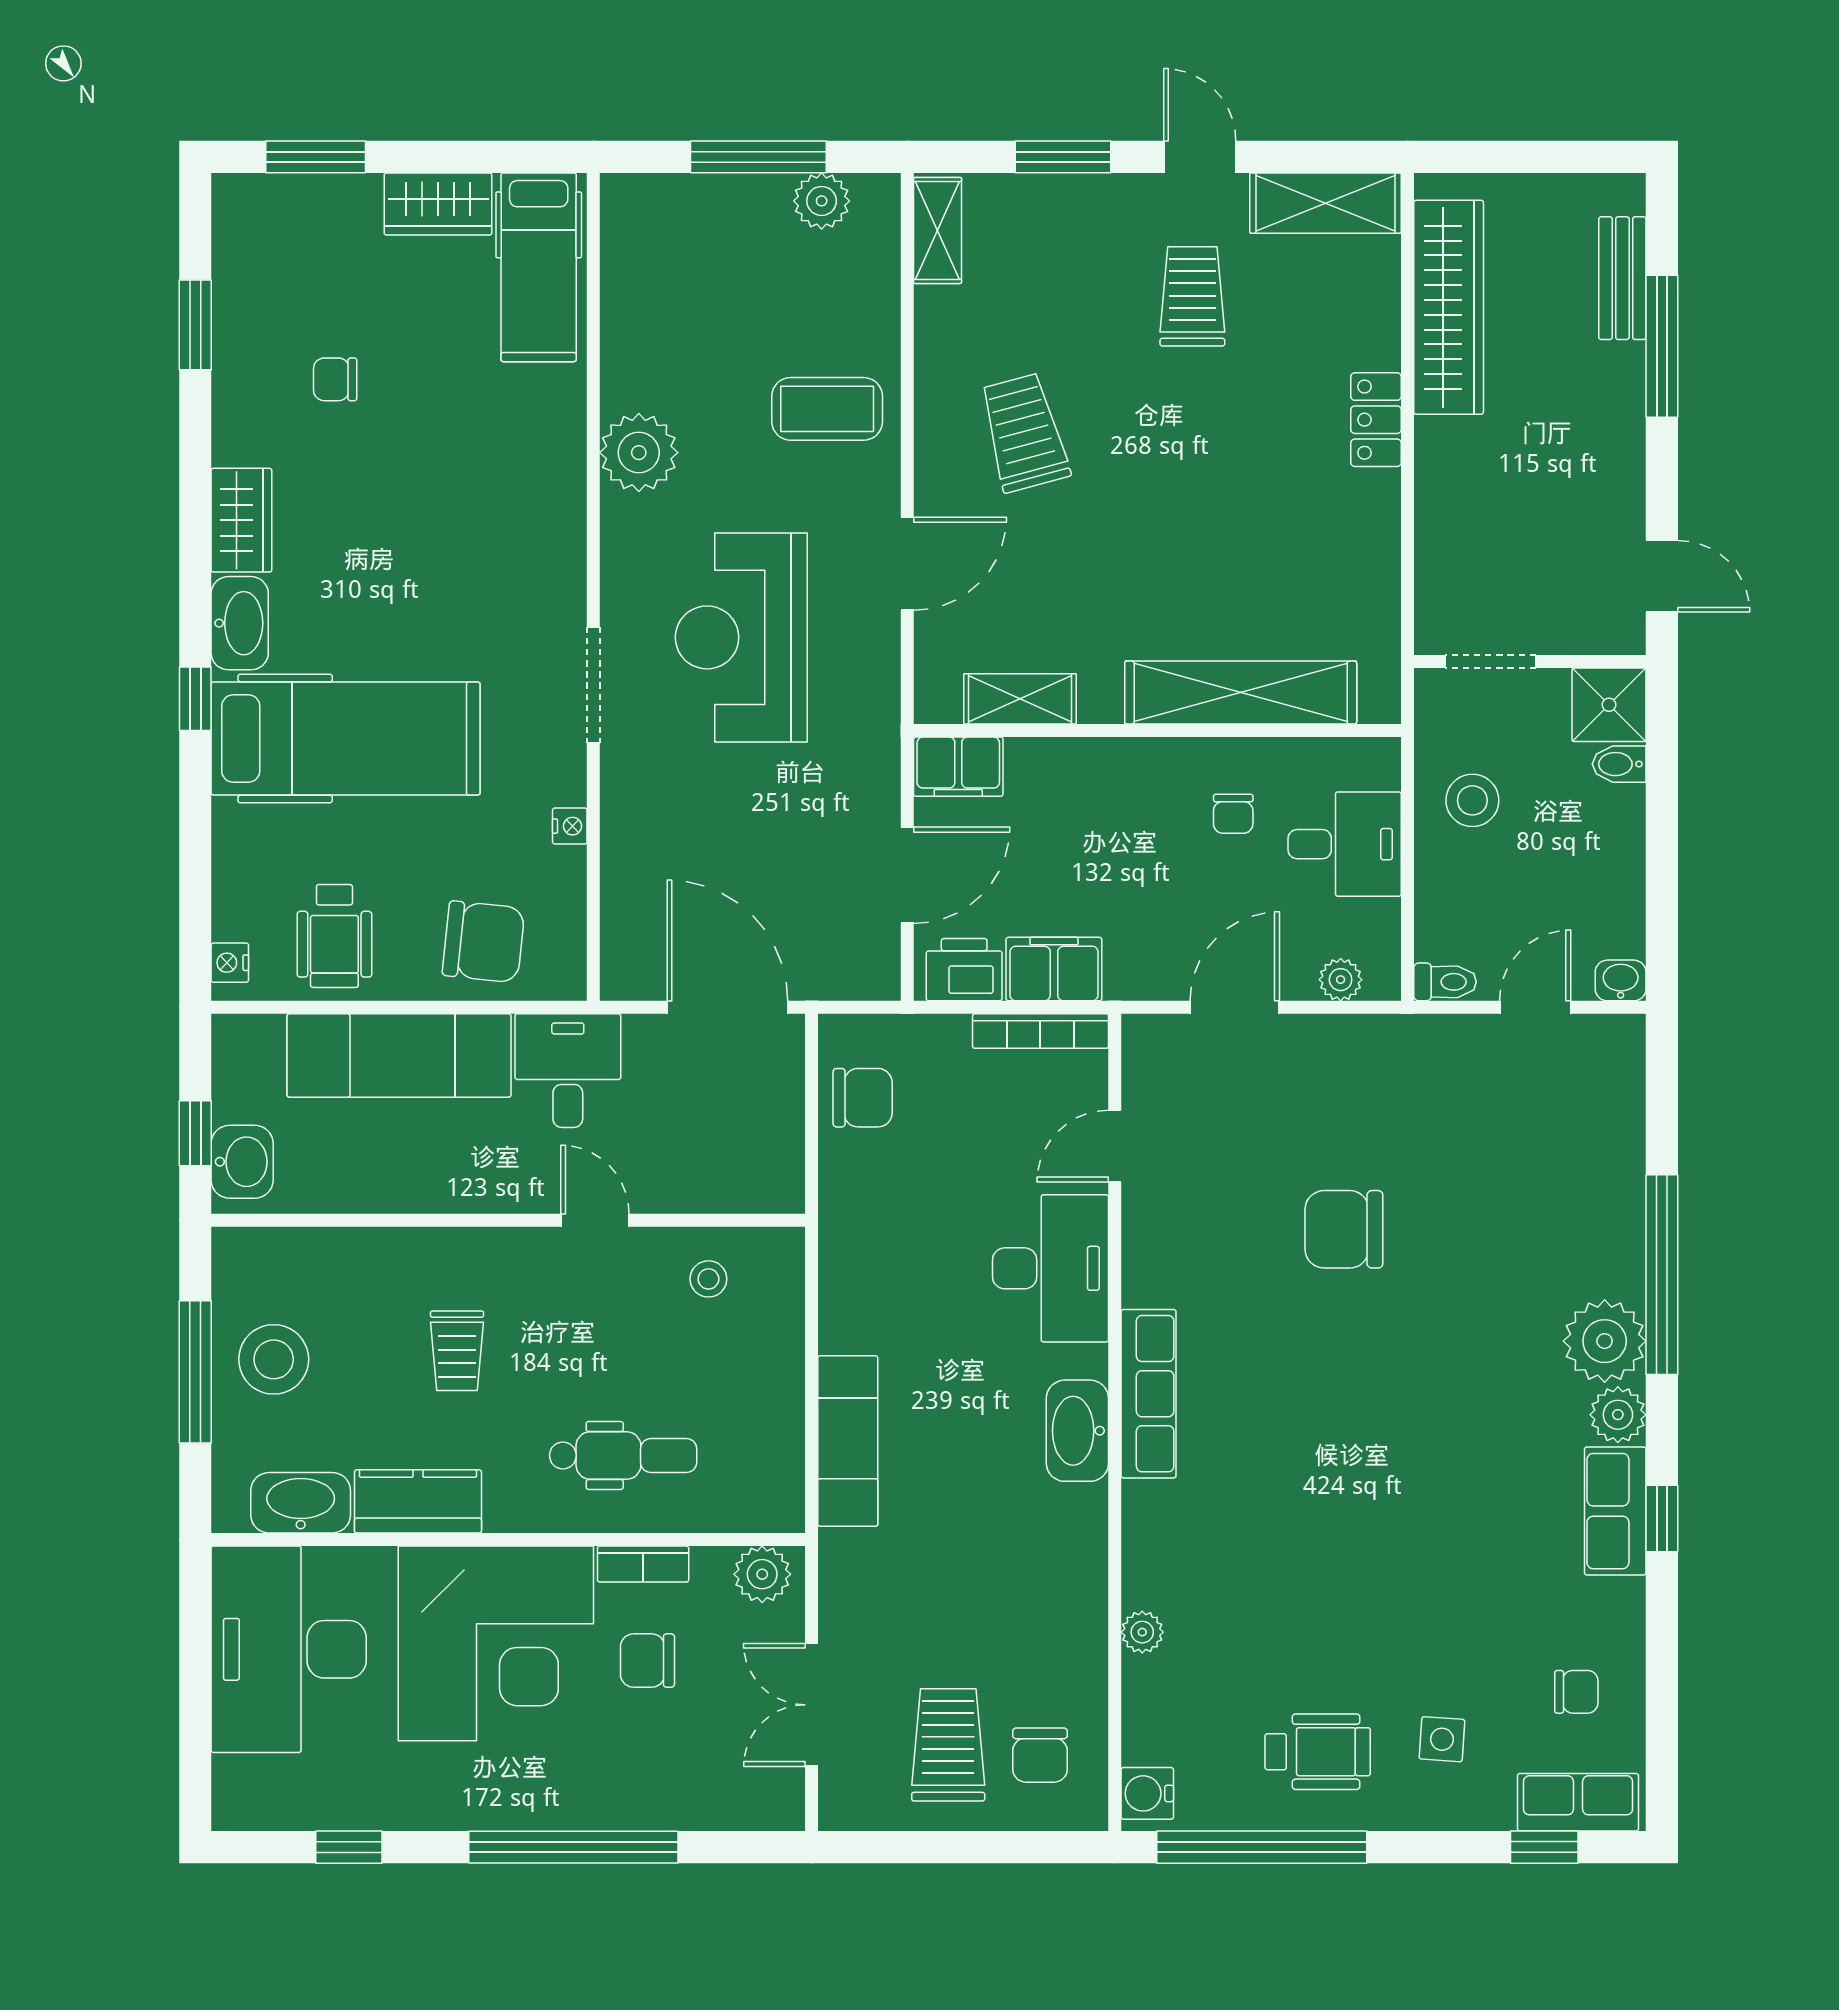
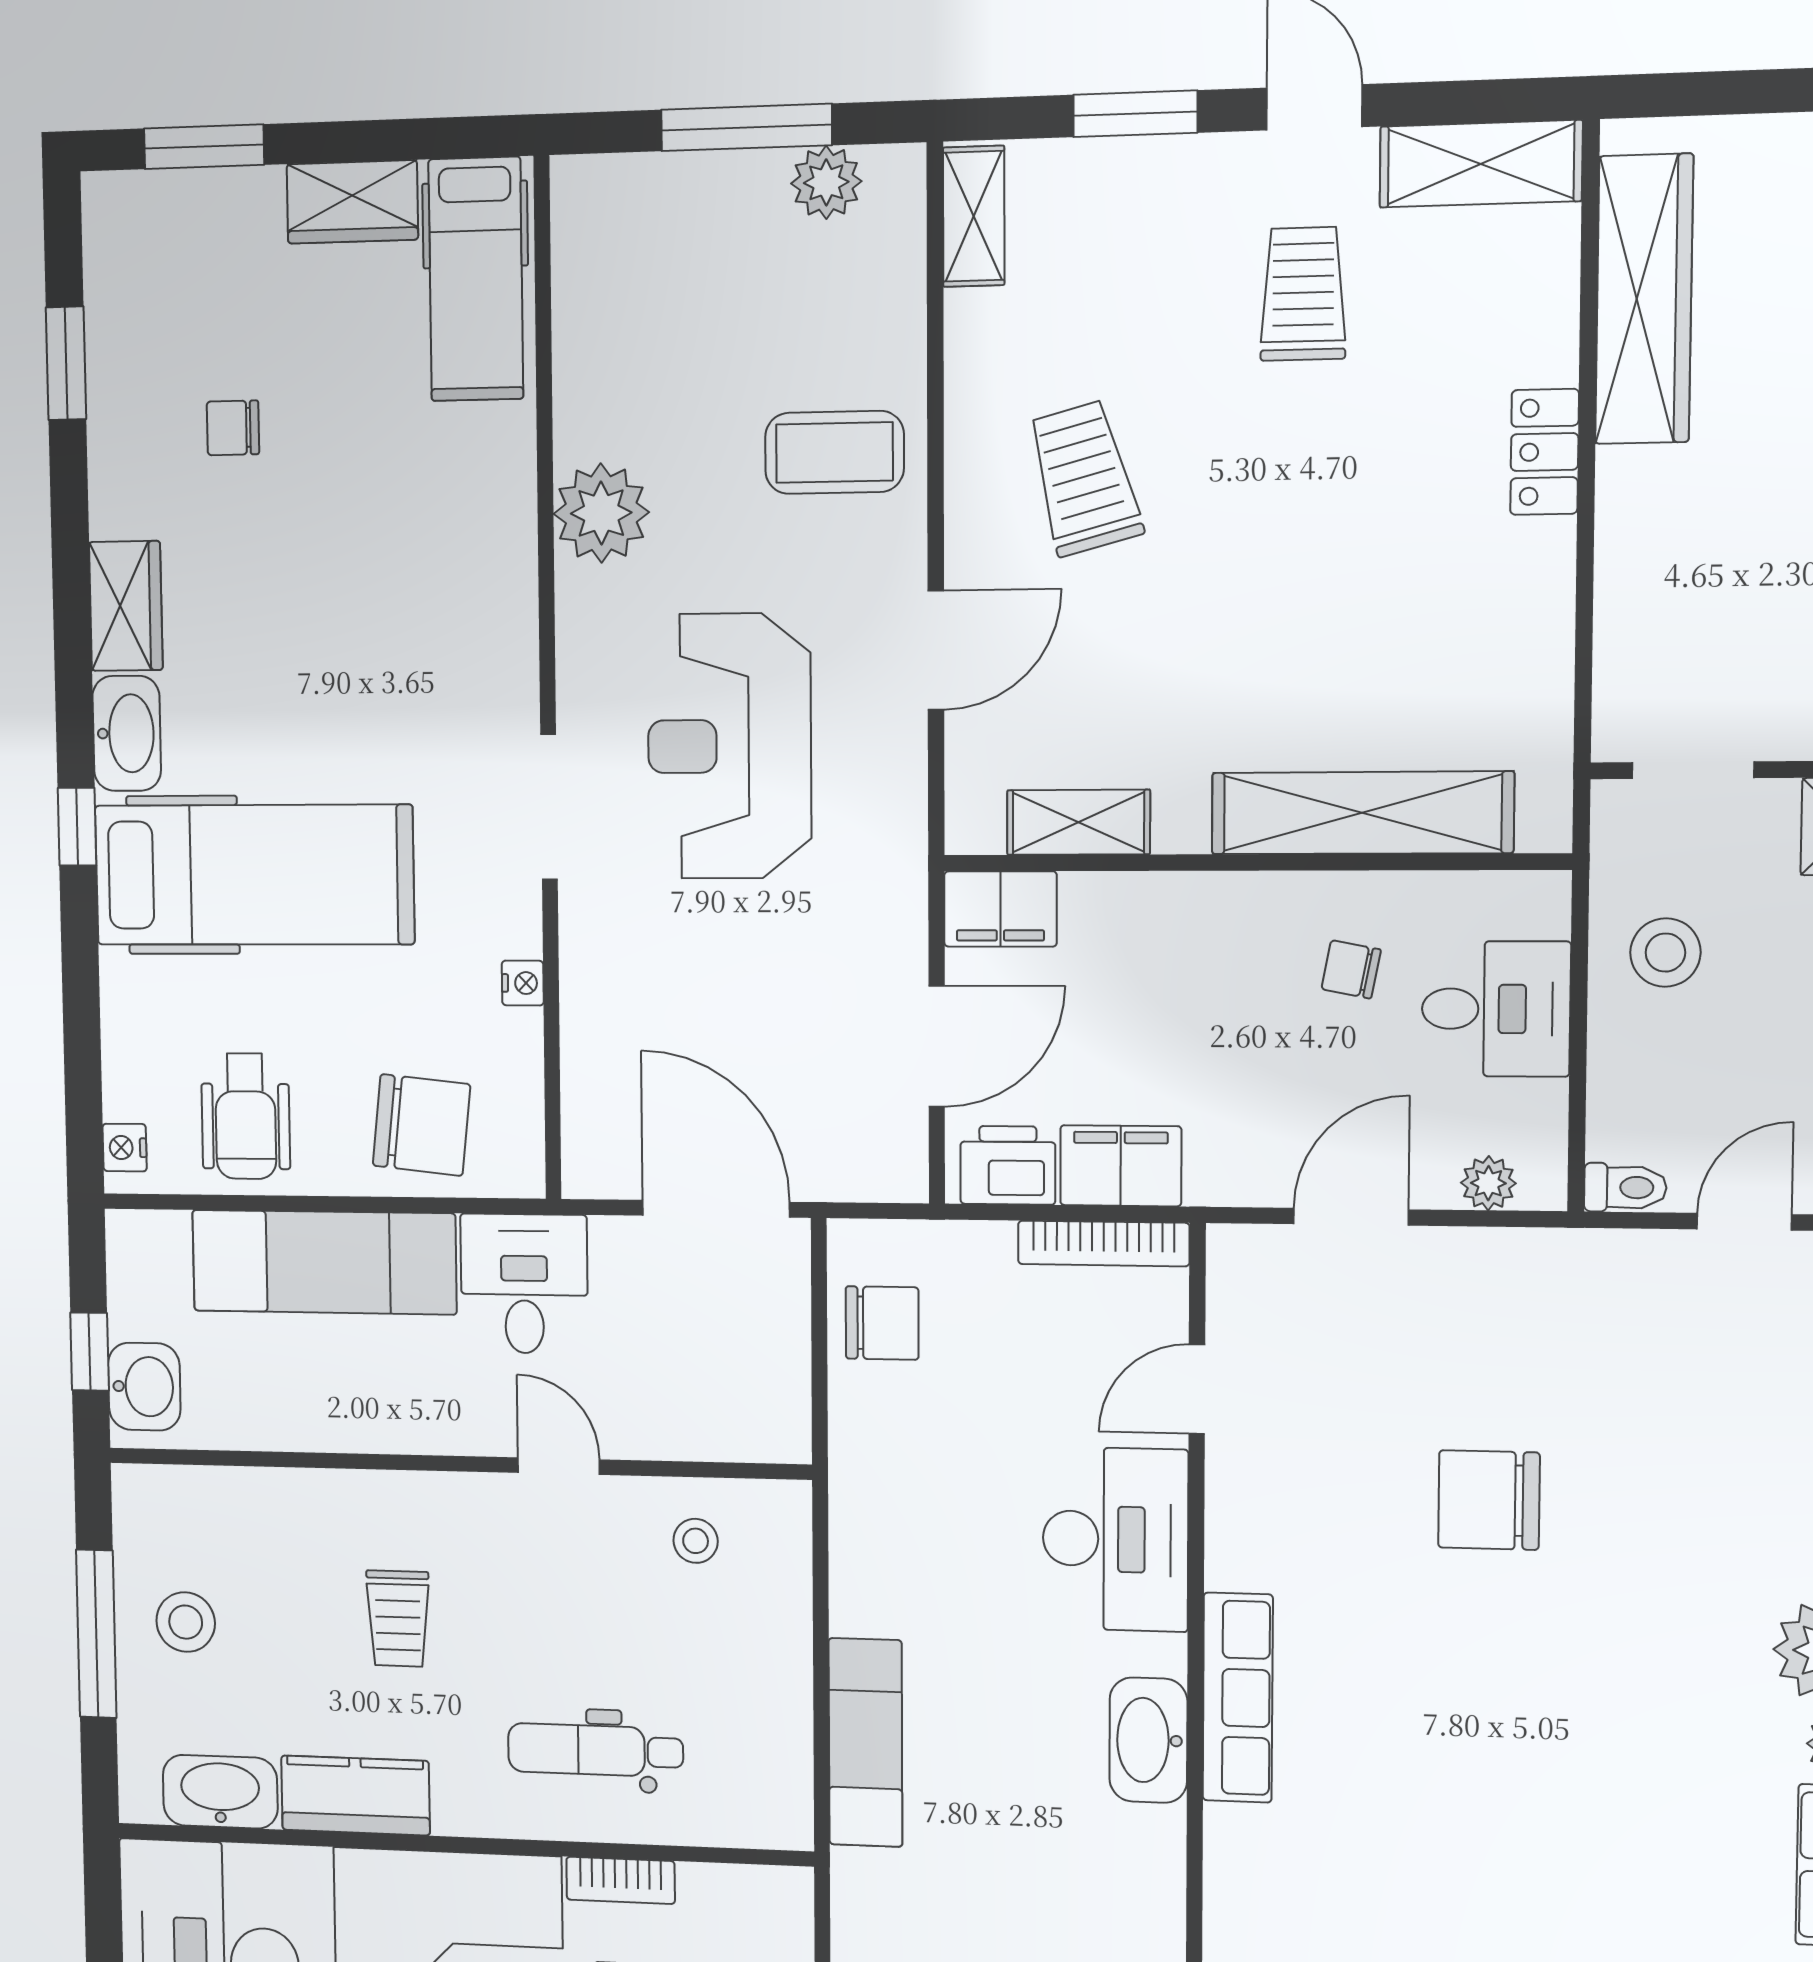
chair: (1233, 814) -> (1351, 969), turned 101
stool: (274, 1359) -> (186, 1622), width x0.73, depth x0.73
dental chair: (623, 1455) -> (595, 1750), turned 180
plant: (762, 1574) -> (763, 1899), removed

